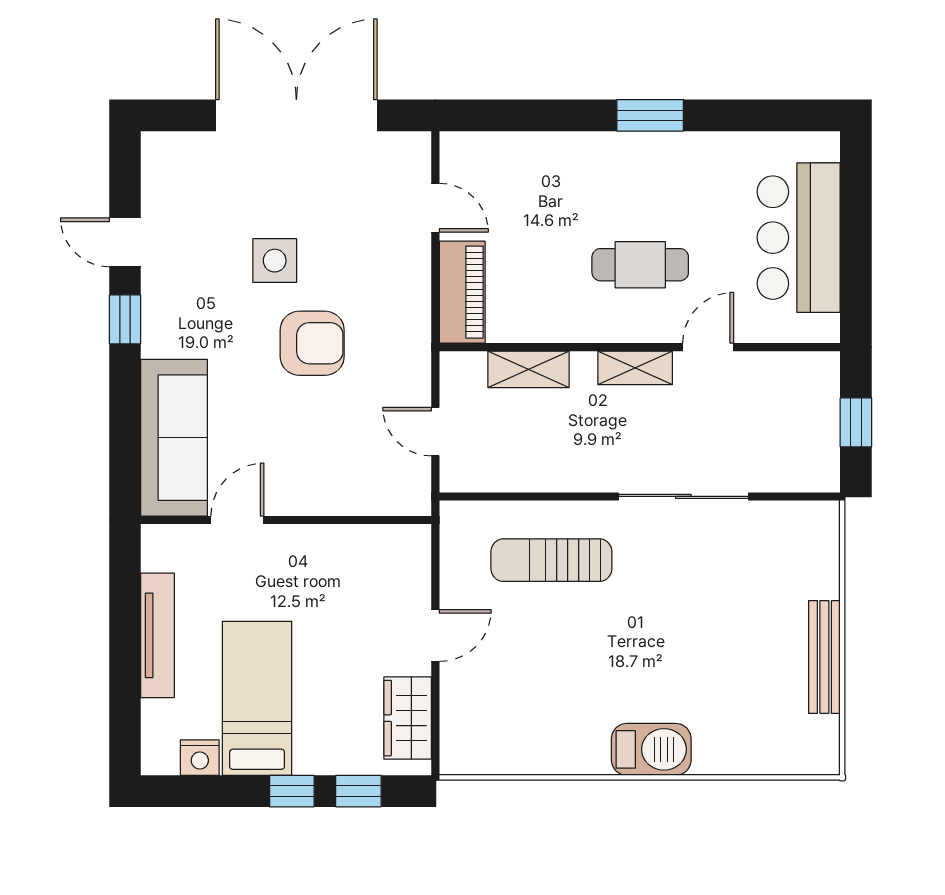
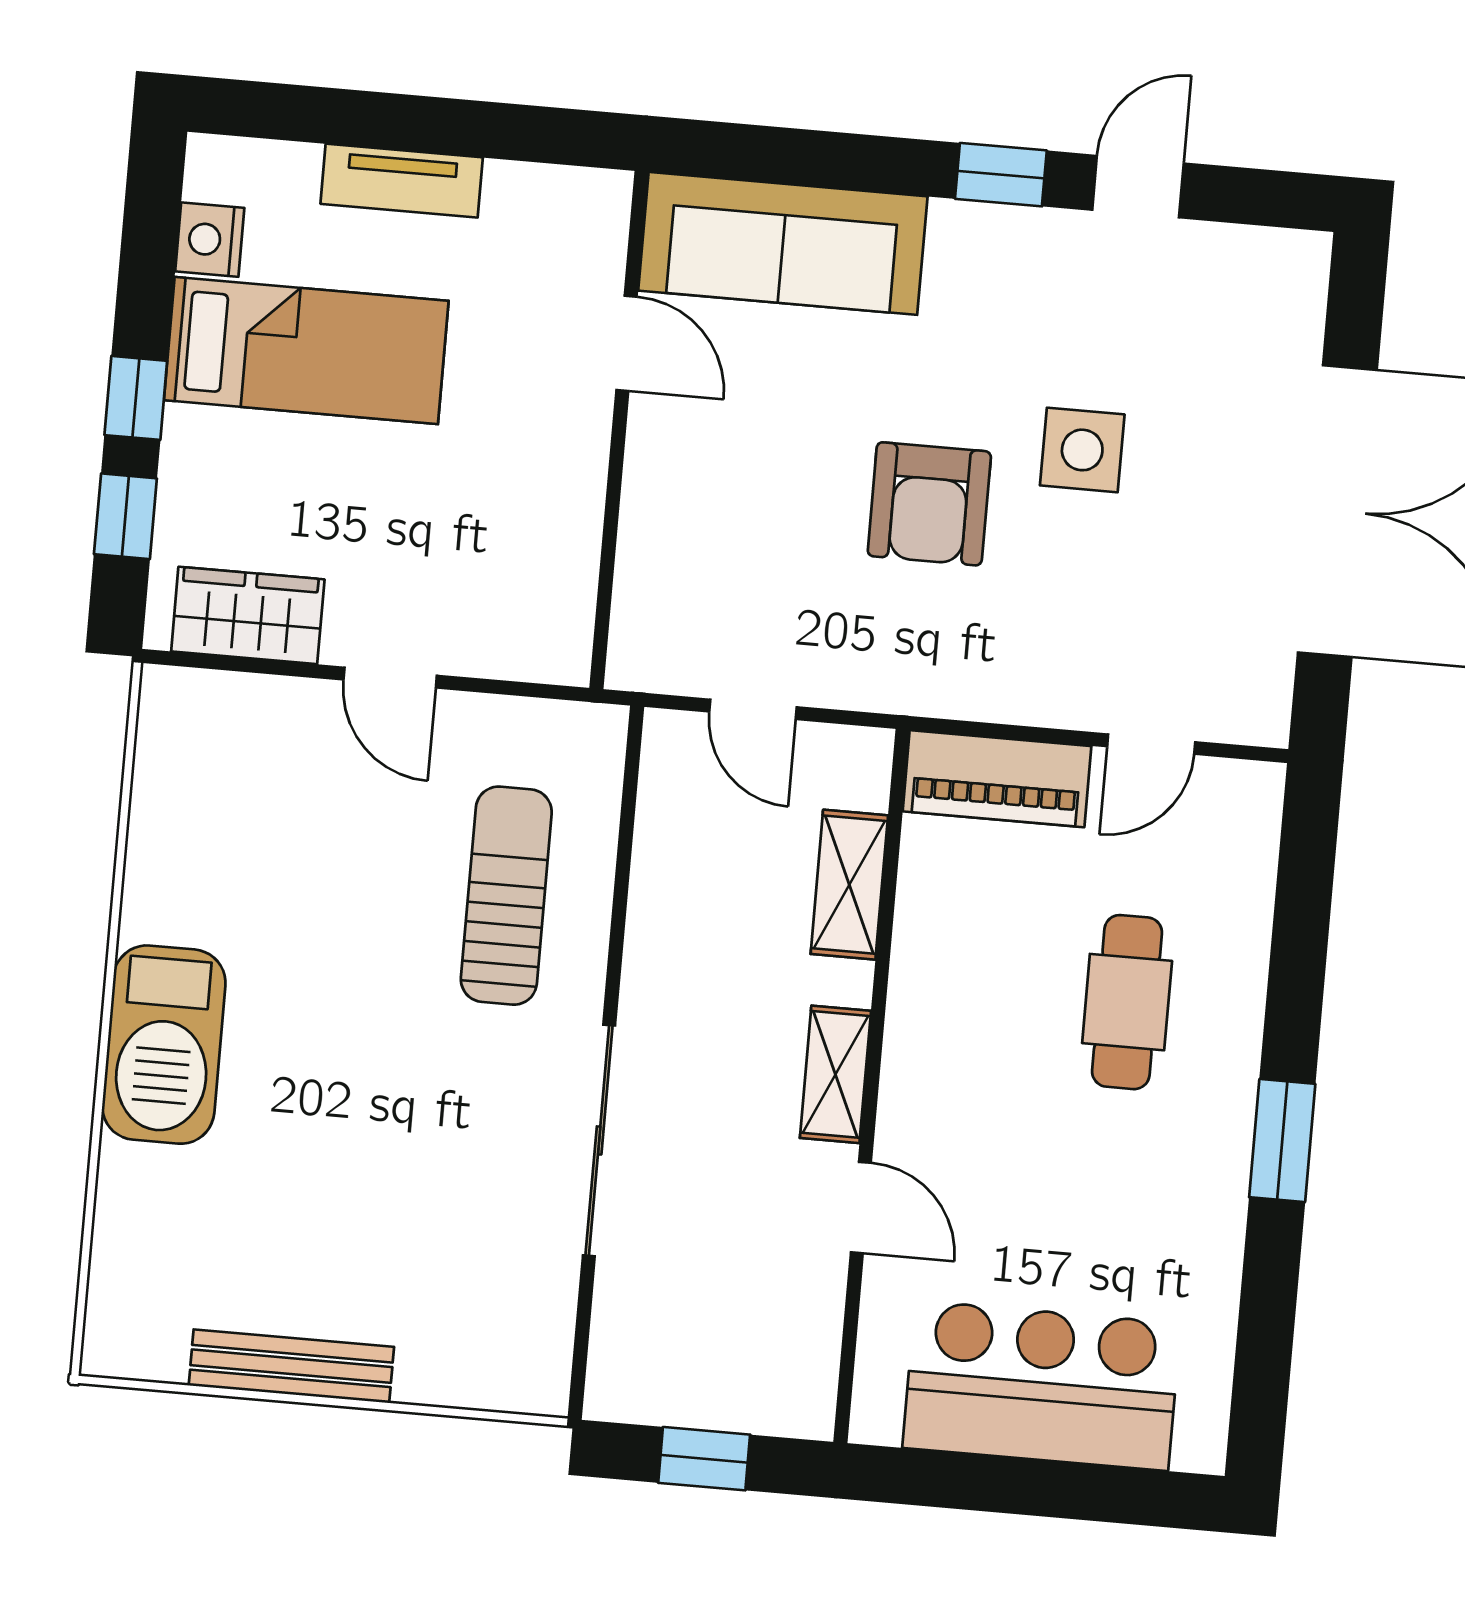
cafe table: (640, 265) -> (1127, 1002), moved
door: (435, 432) -> (753, 709), swing flipped
tv unit: (158, 635) -> (402, 181), width x0.71
barbecue: (651, 749) -> (164, 1045), width x1.37, depth x1.21

